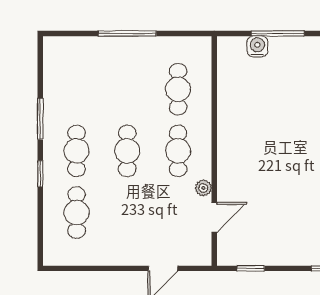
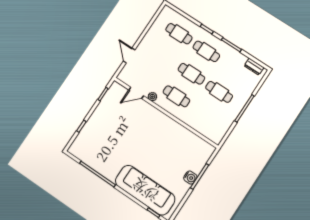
water cooler: (257, 46) -> (190, 178), moved
dresser: (52, 61) -> (254, 67), added
cafe table: (178, 89) -> (219, 92), moved
door: (214, 217) -> (136, 93), hinge flipped

